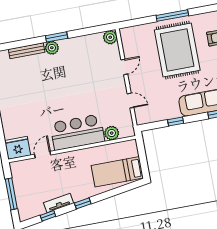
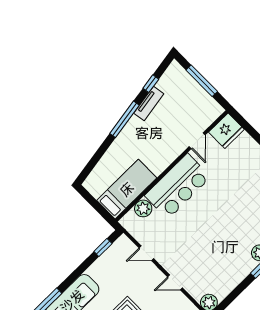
door: (124, 67) -> (175, 282), hinge flipped
window: (176, 121) -> (103, 248), moved
bed: (117, 172) -> (127, 189), moved
window: (83, 203) -> (125, 119), width x2.17

